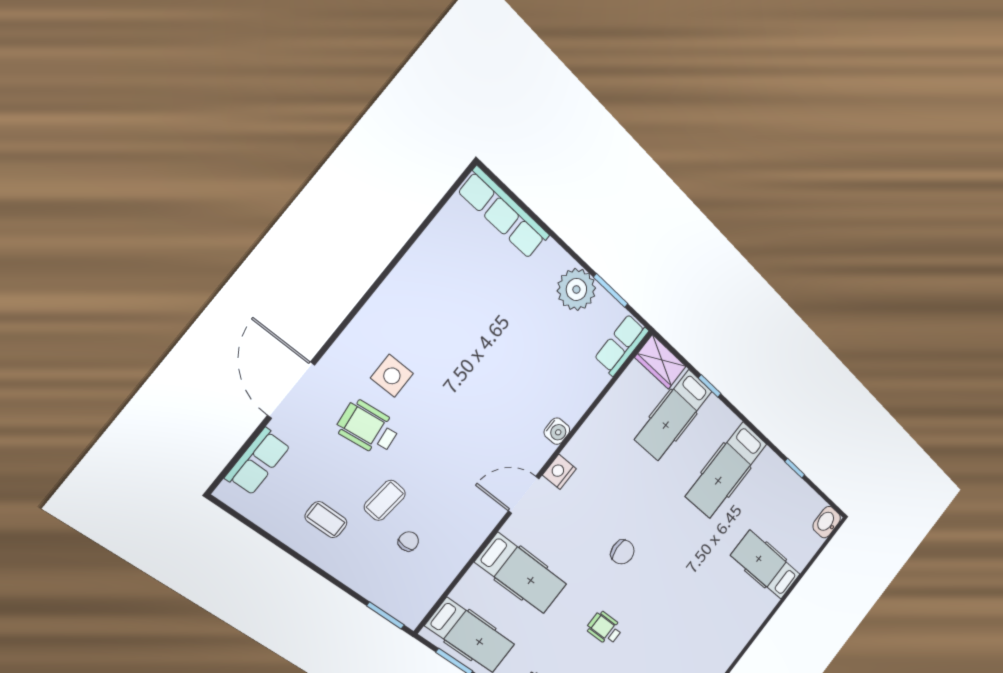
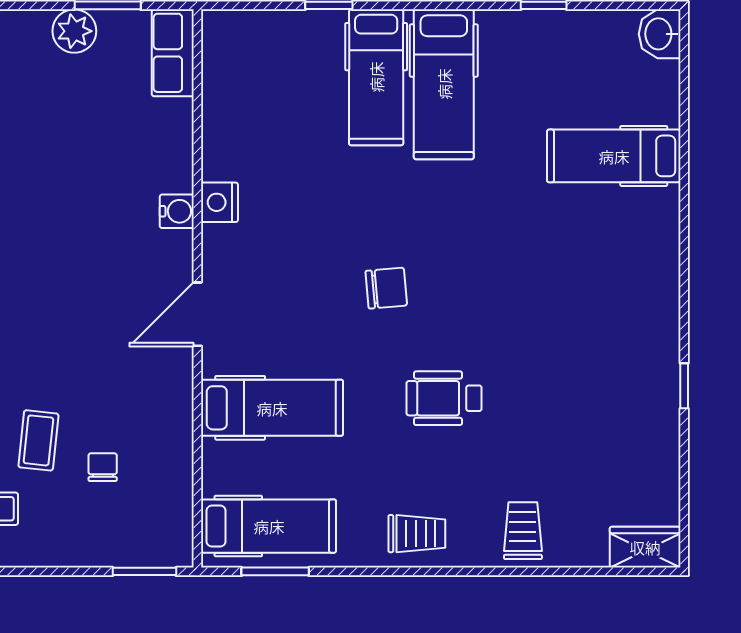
plant: (576, 289) -> (74, 31), width x0.73, depth x0.73
wardrobe: (660, 362) -> (239, 31), removed
hospital bed: (673, 415) -> (376, 77), moved
nightstand: (559, 472) -> (220, 202), moved
wheelchair: (605, 628) -> (444, 398), width x1.36, depth x1.37

